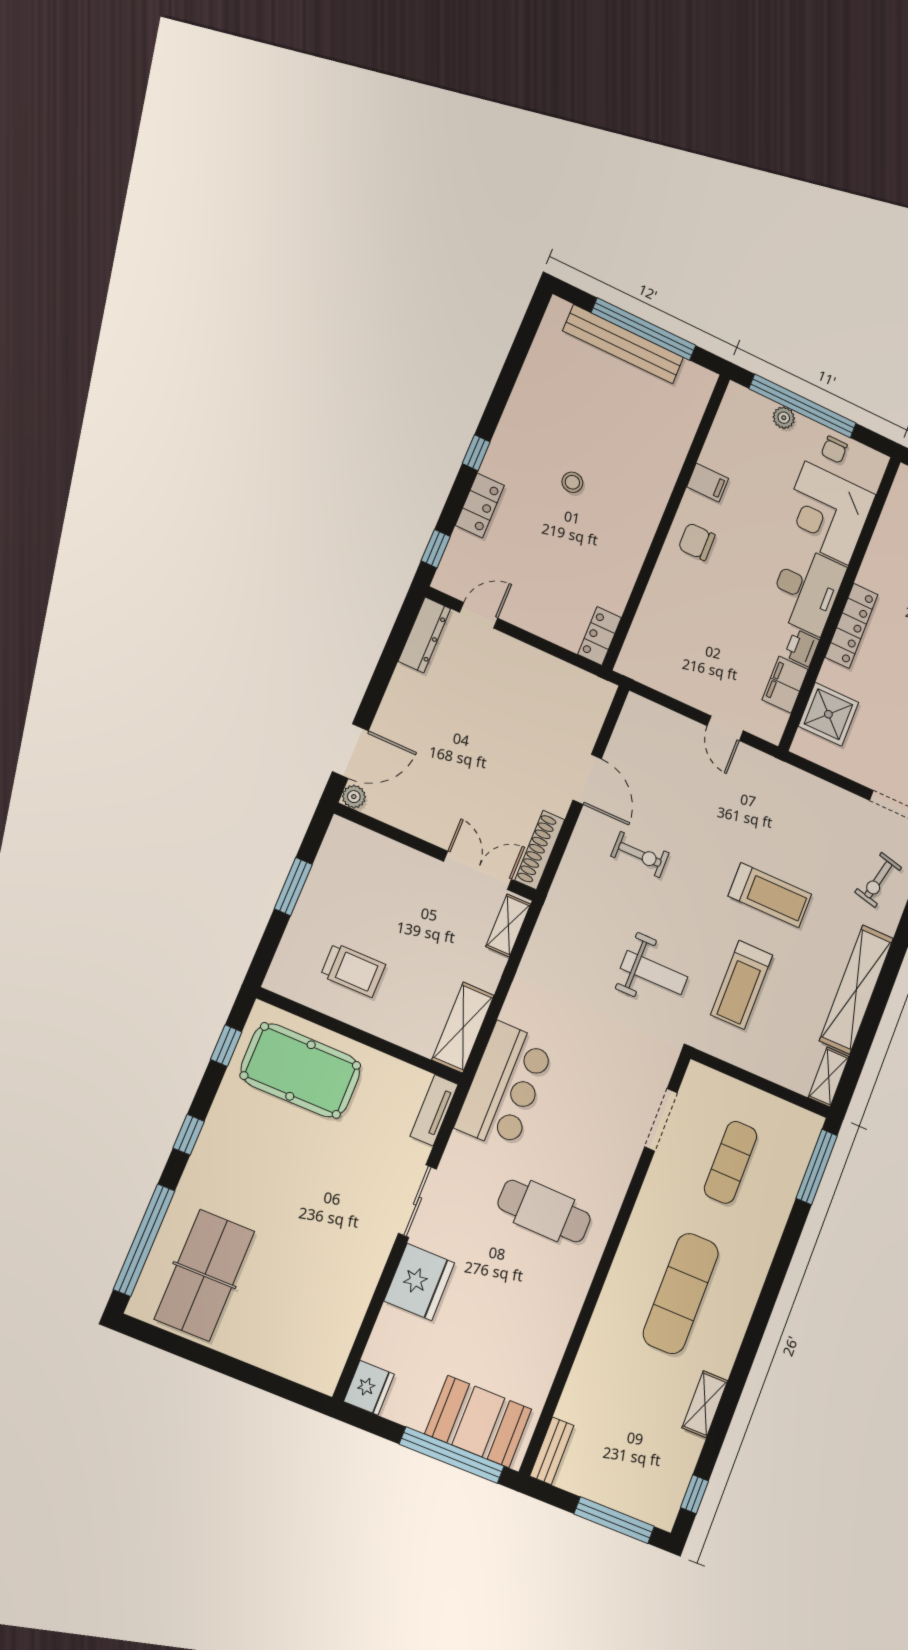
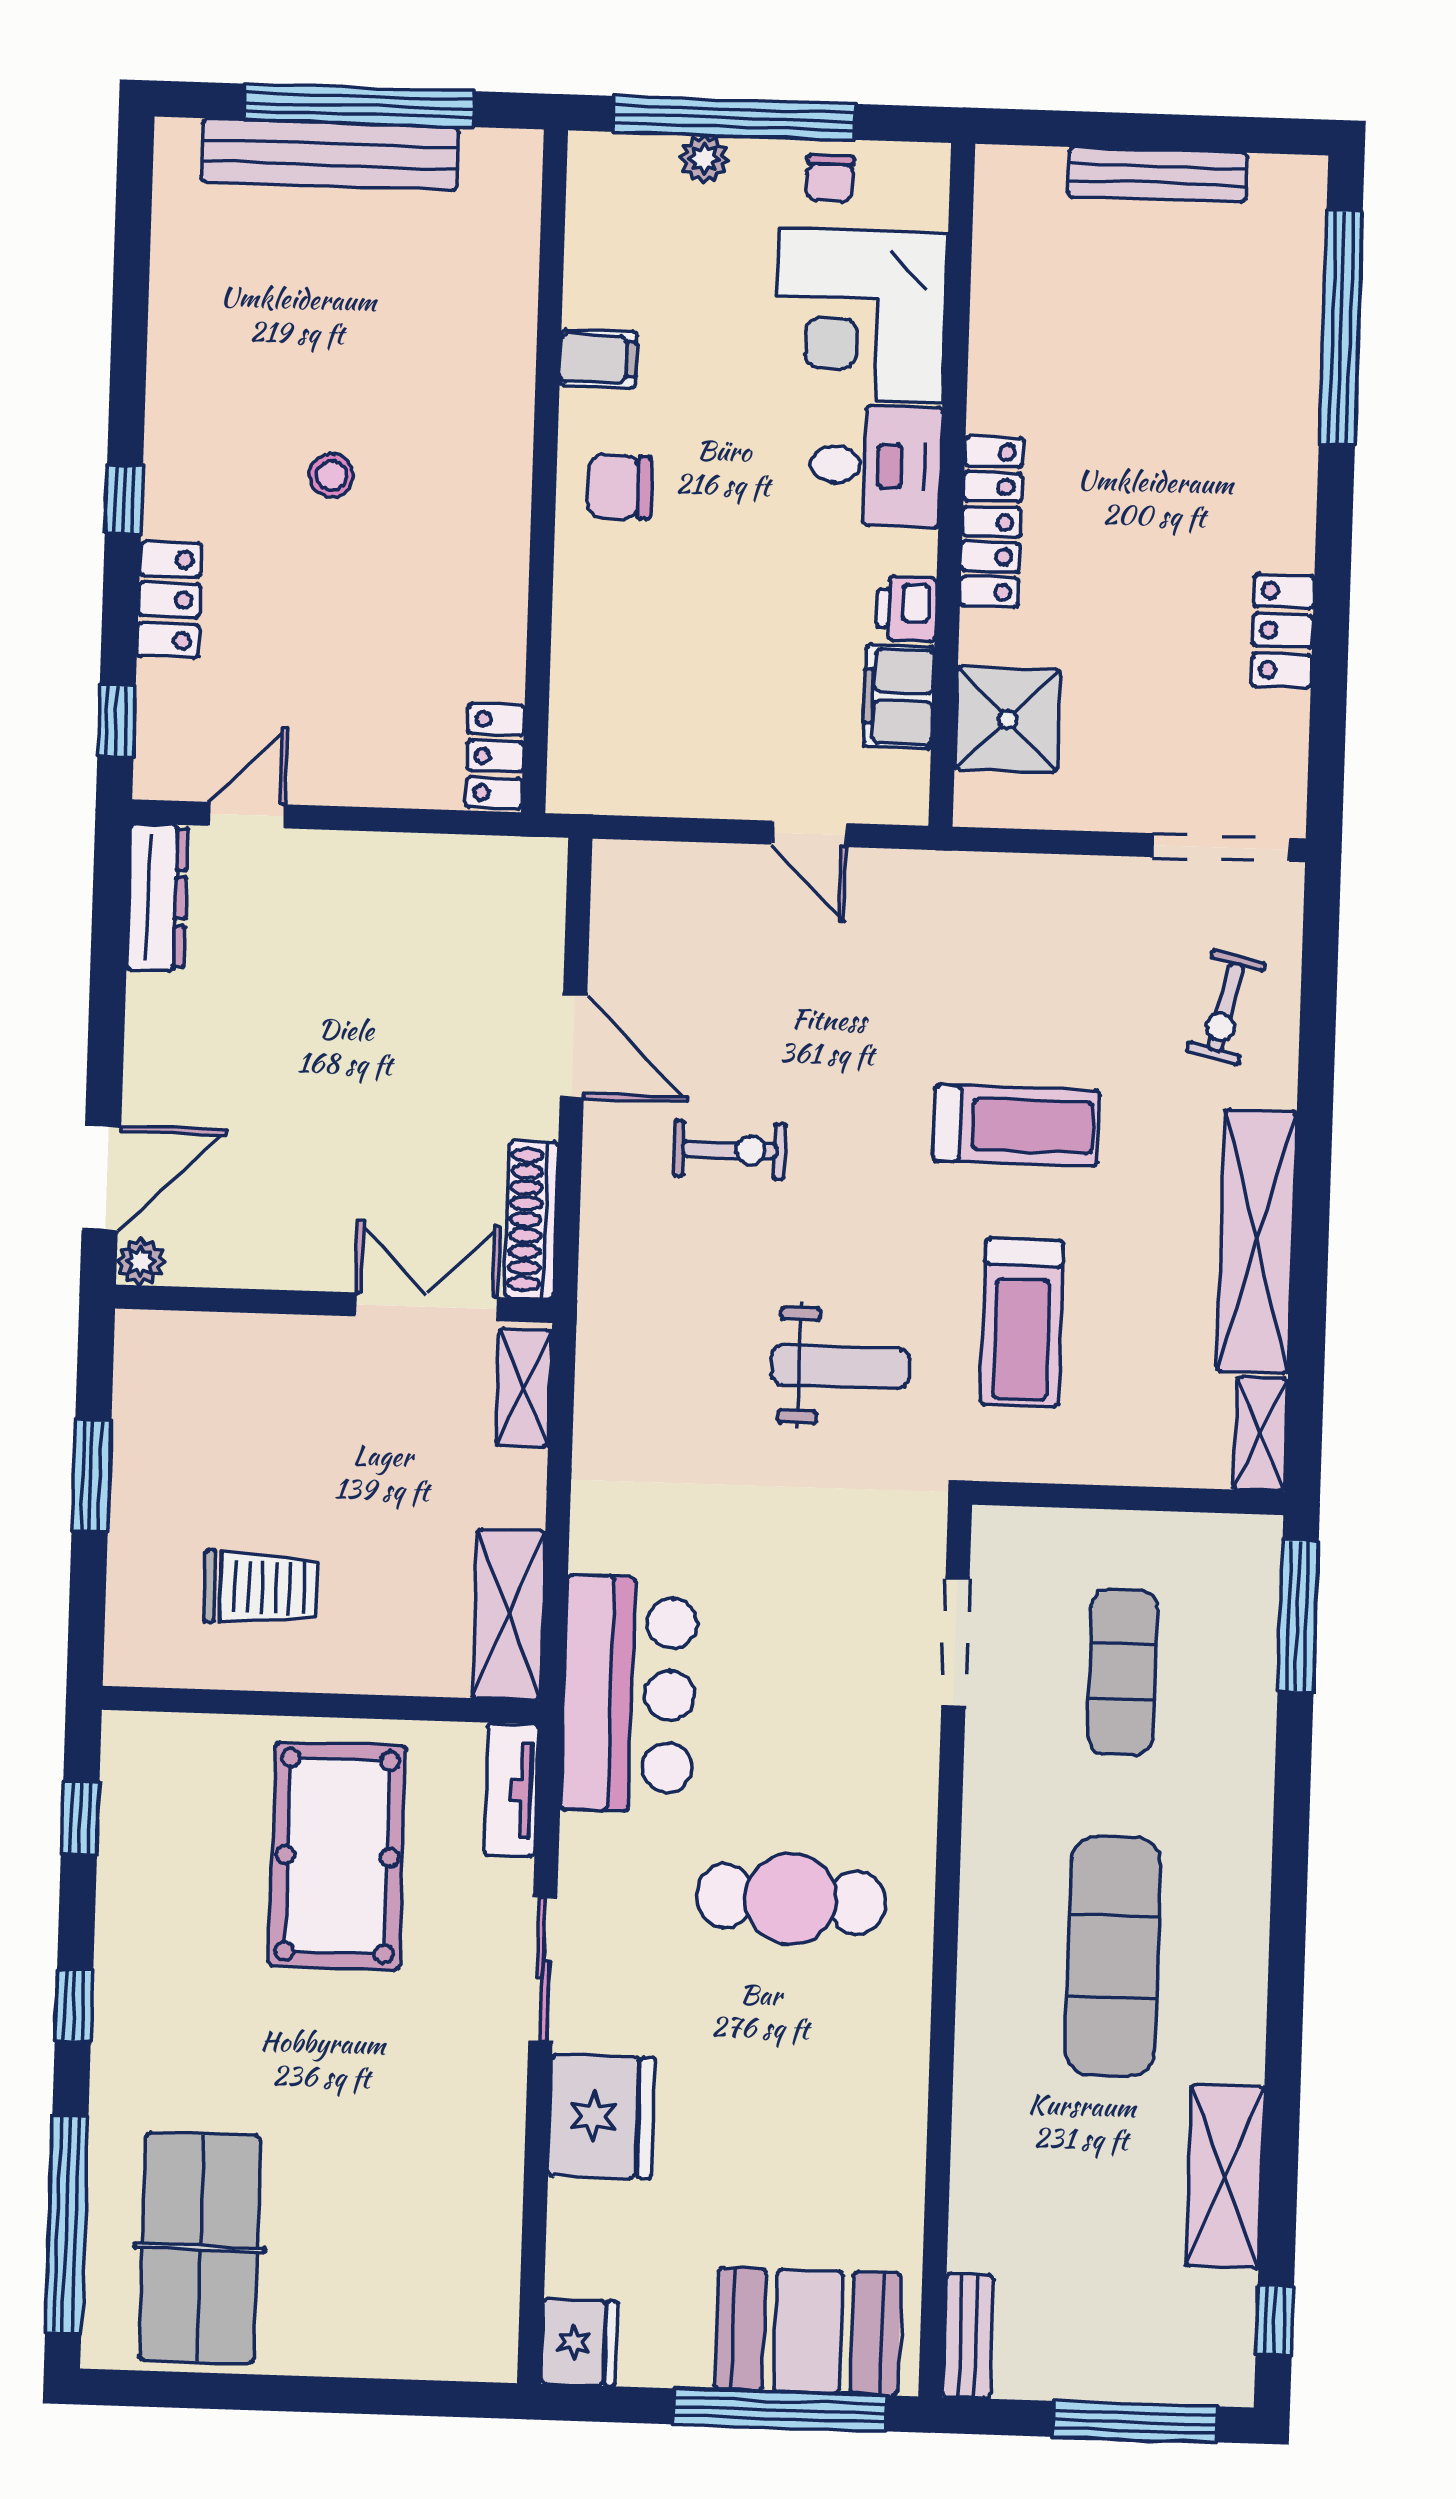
desk: (807, 590) -> (875, 466), width x0.73
pool table: (300, 1070) -> (337, 1856), moved, turned 90
shelving: (705, 1404) -> (1225, 2176), width x1.50, depth x1.33

